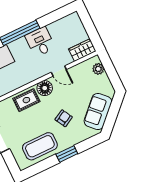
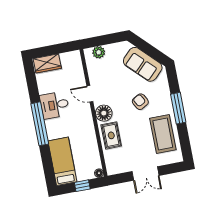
wardrobe: (82, 50) -> (47, 63), moved, turned -90
door: (59, 71) -> (90, 94), swing flipped
window: (67, 154) -> (178, 108), width x1.44

